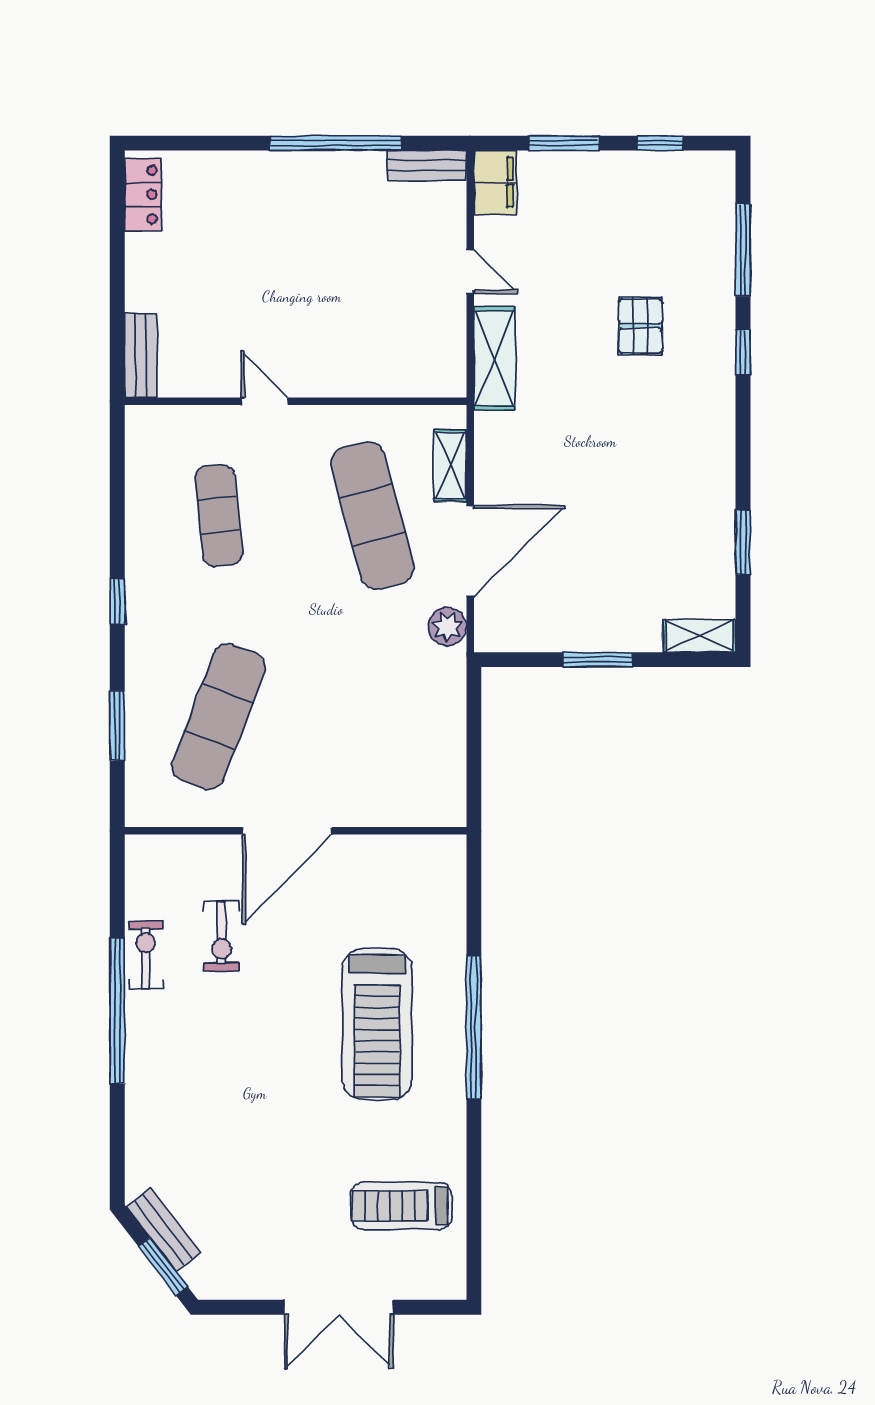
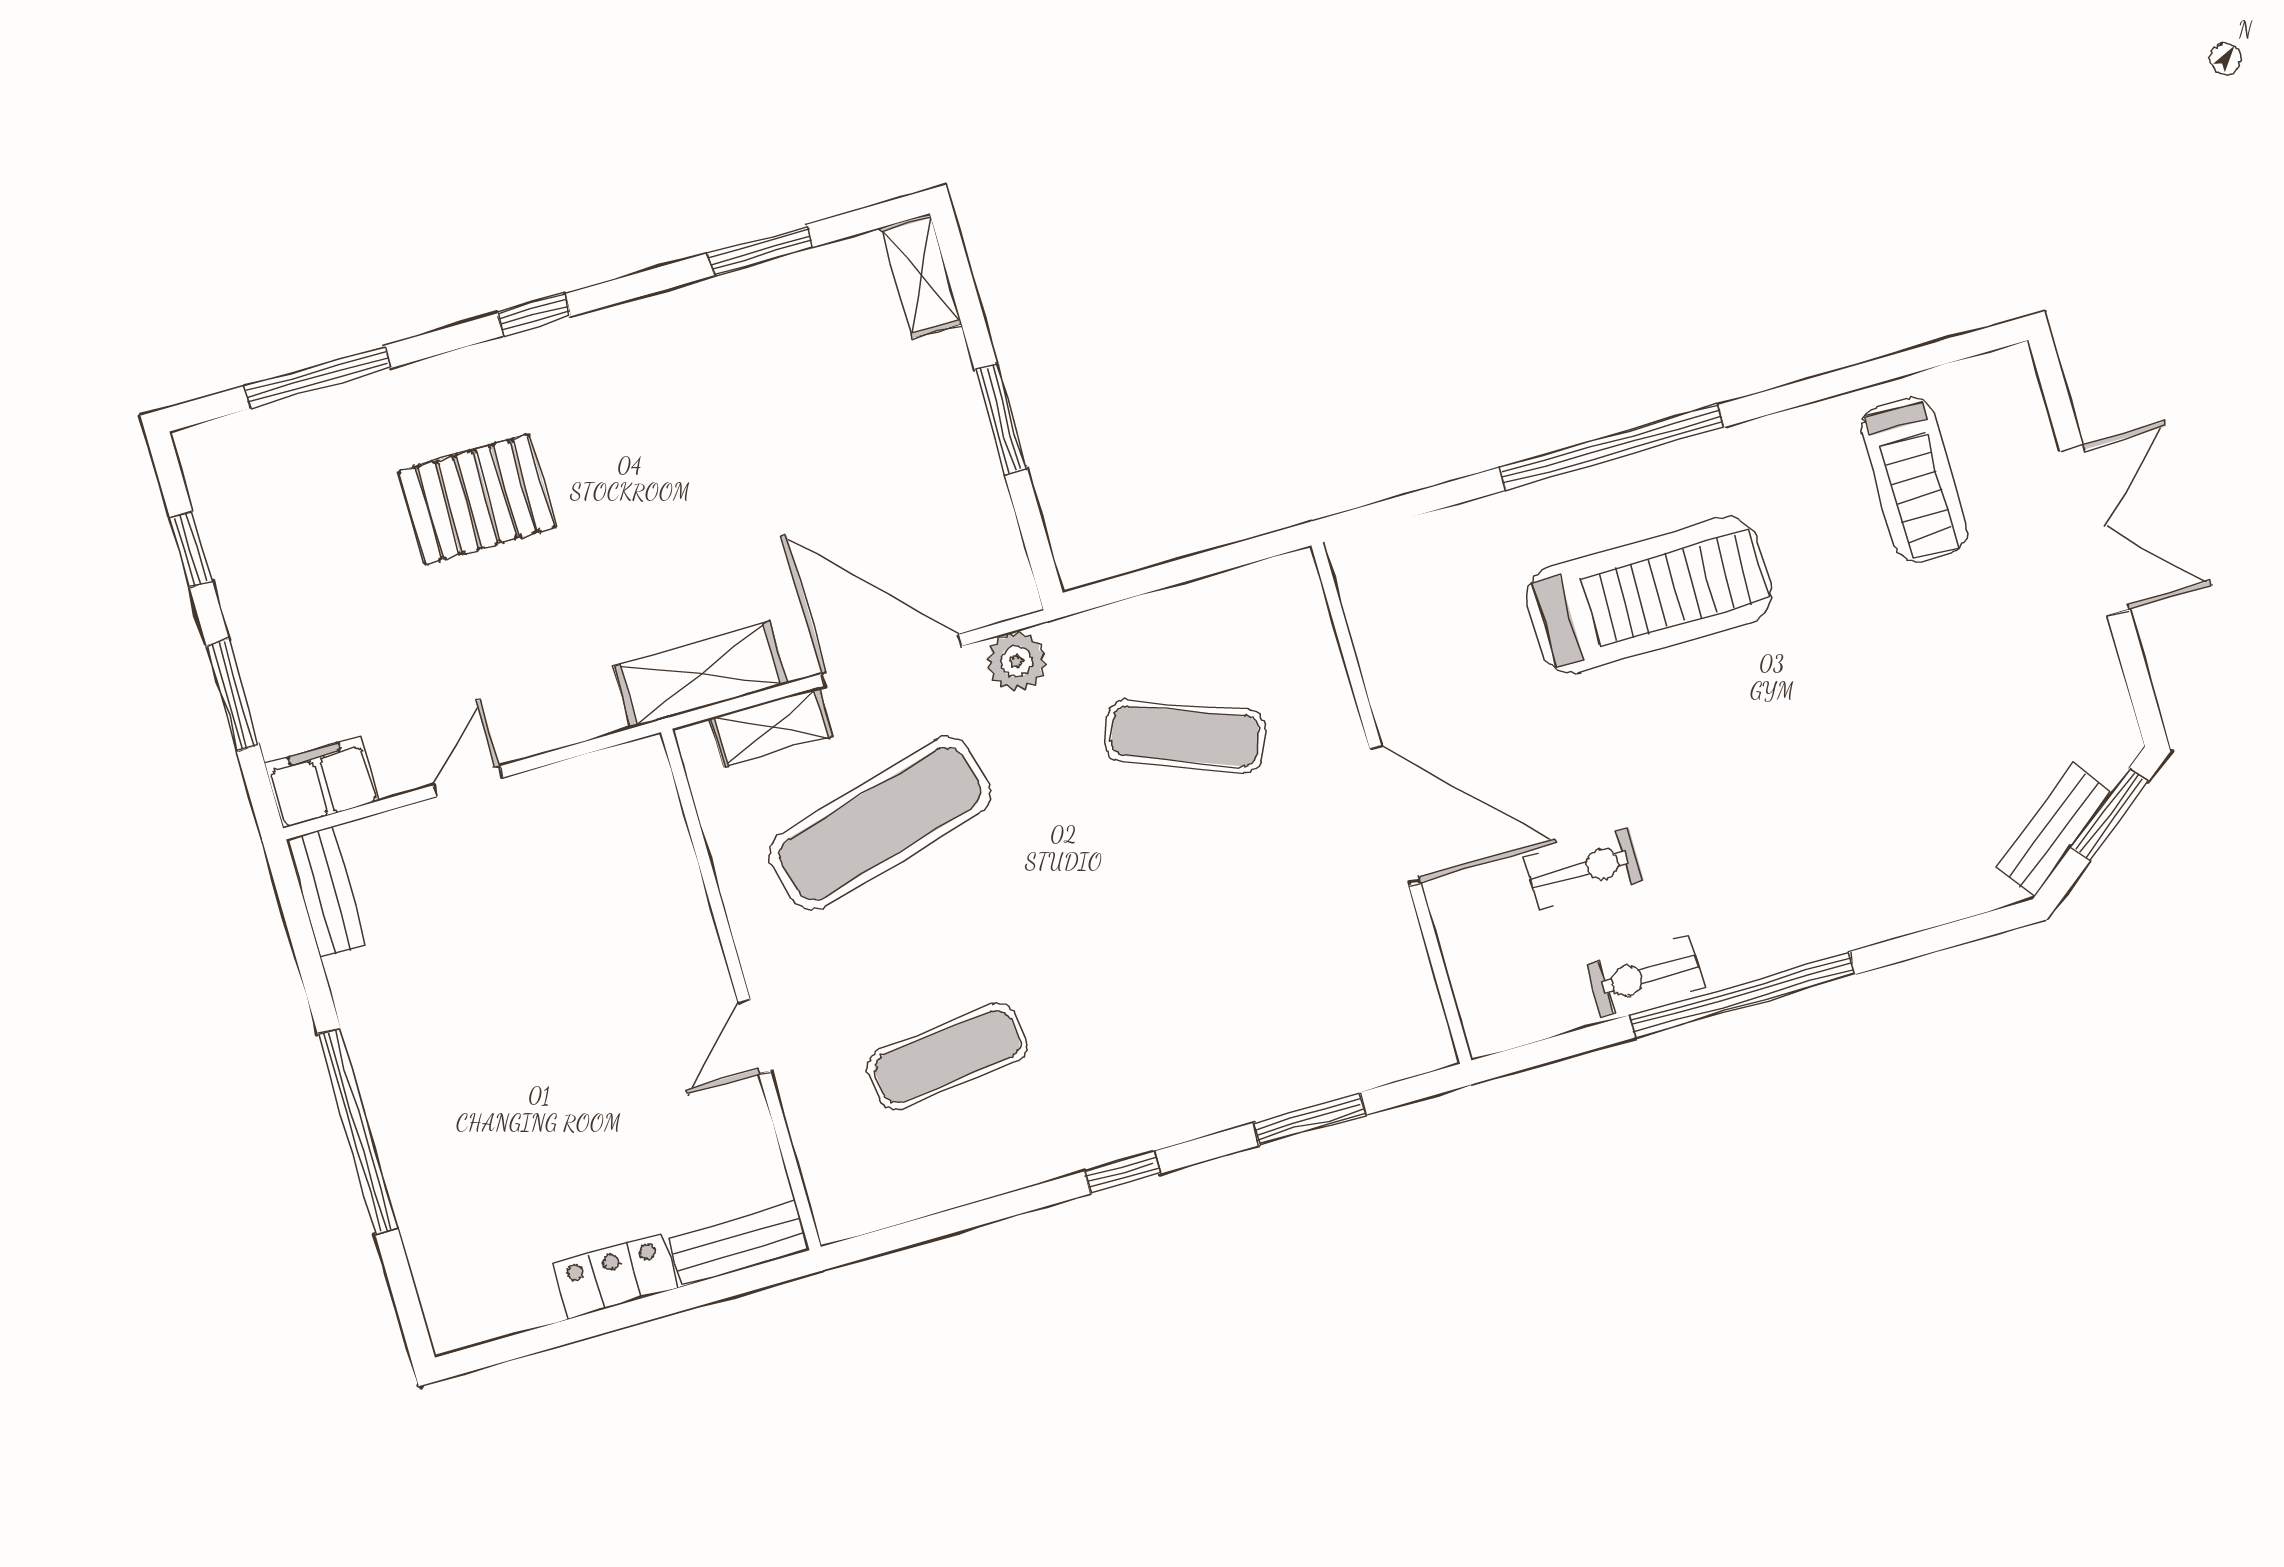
window: (336, 143) -> (358, 1131), moved
locker: (143, 195) -> (615, 1276), moved
pallet: (640, 326) -> (477, 500), width x1.50, depth x1.42
window: (743, 352) -> (534, 315), moved
shelving: (494, 358) -> (701, 675), moved
exercise mat: (219, 717) -> (1185, 736), moved, width x0.73, depth x0.69

